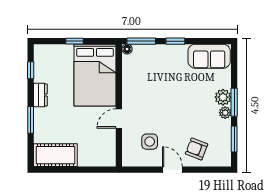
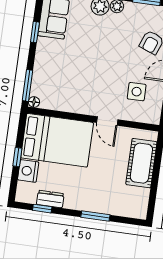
window: (175, 41) -> (35, 32), moved
nightstand: (63, 53) -> (28, 171), added
dresser: (40, 95) -> (50, 199), moved
cot: (55, 155) -> (141, 163), moved

